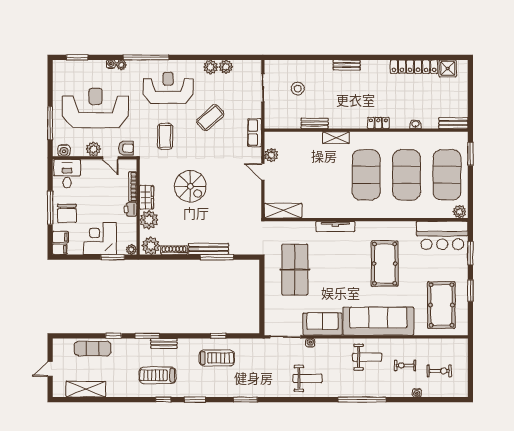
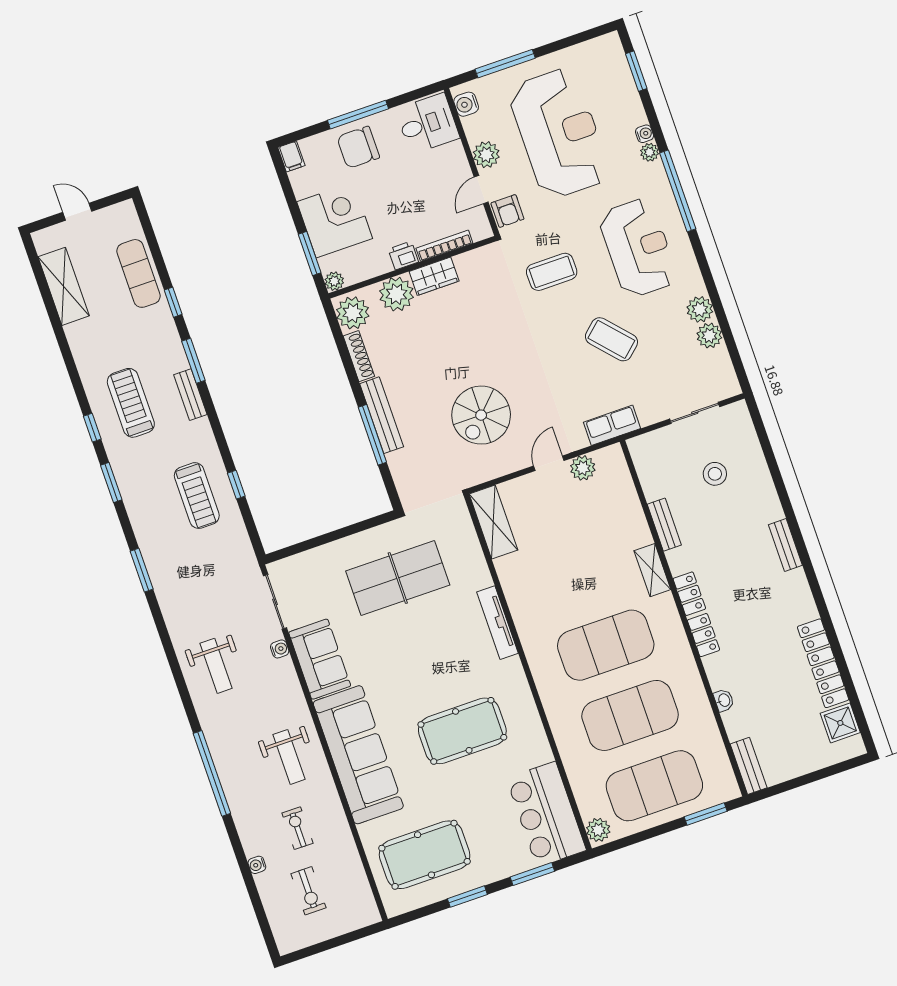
locker: (355, 123) -> (689, 594), added
spiral stairs: (190, 186) -> (481, 415), moved
filing cabinet: (60, 237) -> (313, 150), removed

